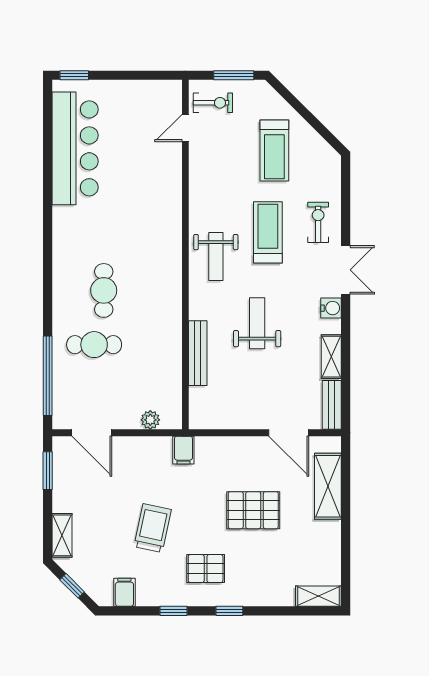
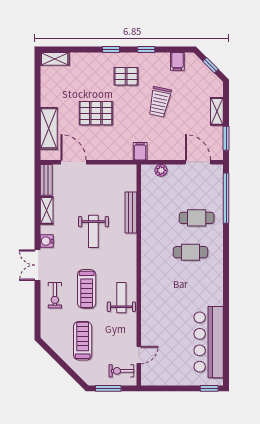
weight bench: (216, 257) -> (121, 298), moved
cafe table: (104, 290) -> (190, 252), turned 90
shelving: (62, 535) -> (217, 111), moved

